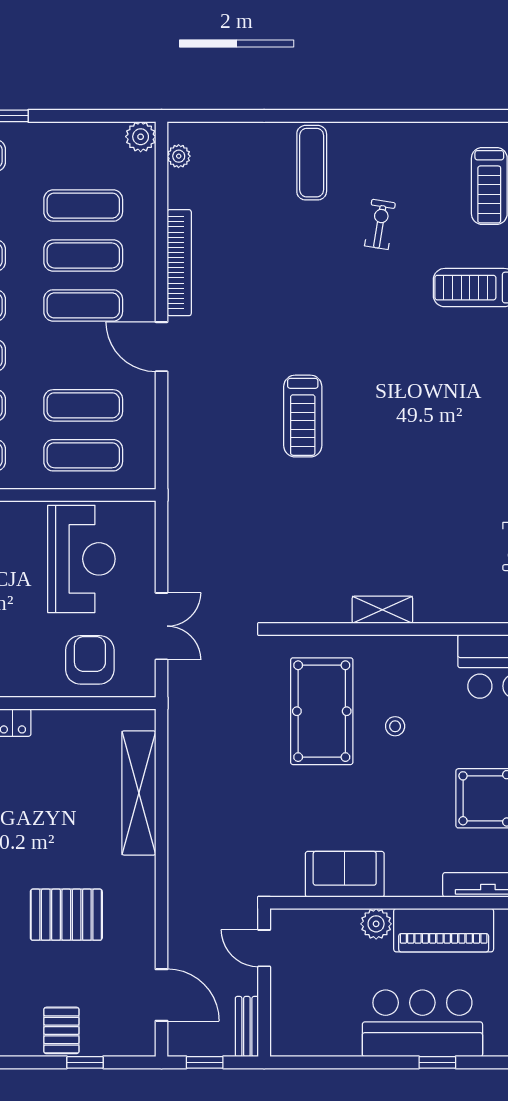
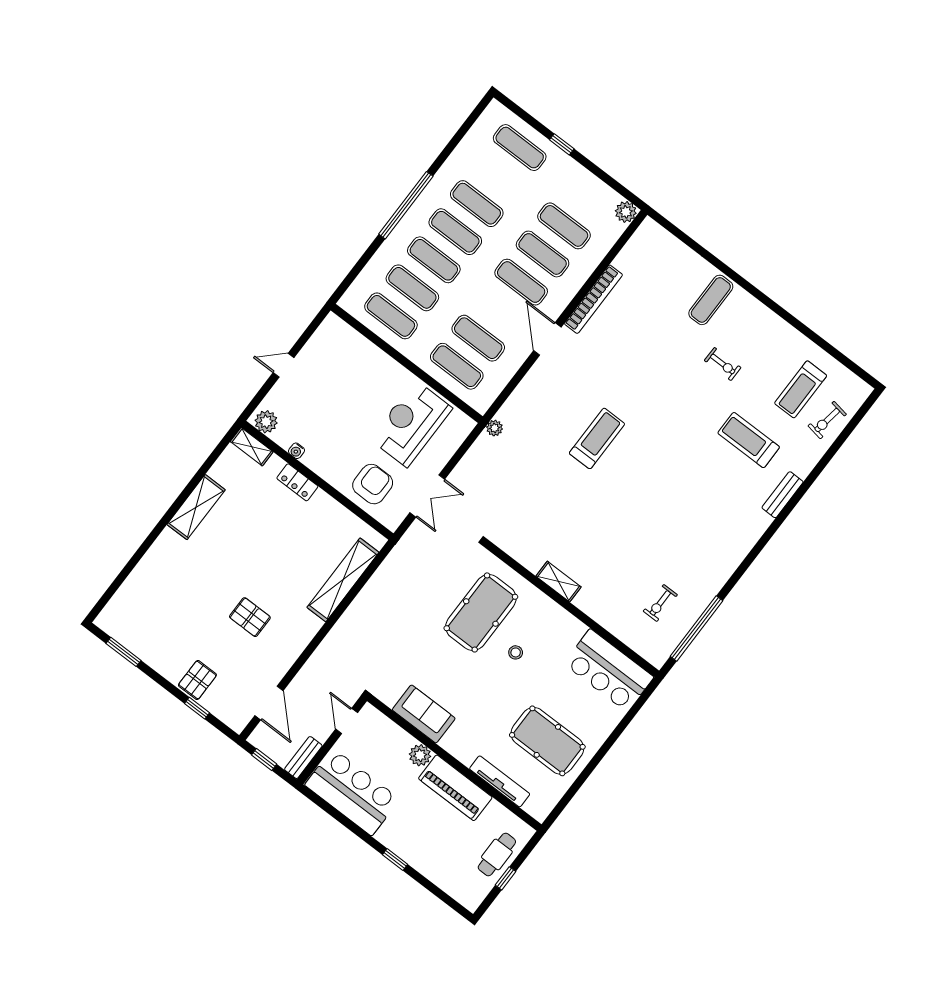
plant: (179, 156) -> (495, 428), moved
exercise bike: (380, 224) -> (723, 364), turned 81
treadmill: (303, 416) -> (597, 438), turned 180
reception desk: (81, 559) -> (411, 424), turned 180
pallet: (66, 915) -> (250, 617), width x0.67, depth x0.71
bar counter: (422, 1023) -> (352, 792), moved

